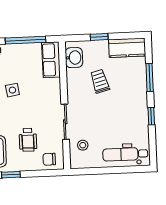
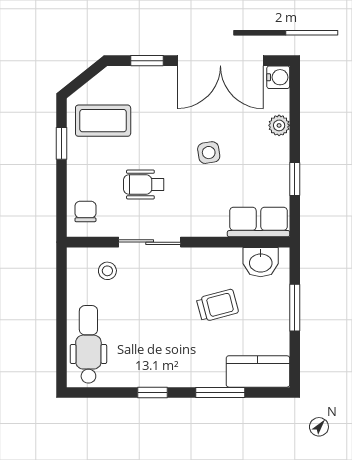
window: (99, 37) -> (295, 308), width x1.50
window: (25, 40) -> (295, 179), width x0.46
kitchen counter: (127, 48) -> (258, 371), moved, turned 90
wheelchair: (28, 140) -> (144, 185), moved

